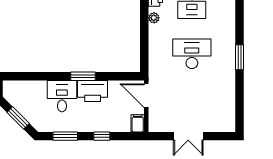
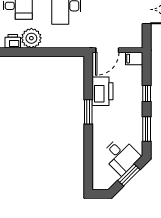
plant: (154, 18) -> (31, 38), width x1.87, depth x1.87
printer: (93, 91) -> (103, 91), moved
desk: (62, 96) -> (121, 156), moved, turned -135

